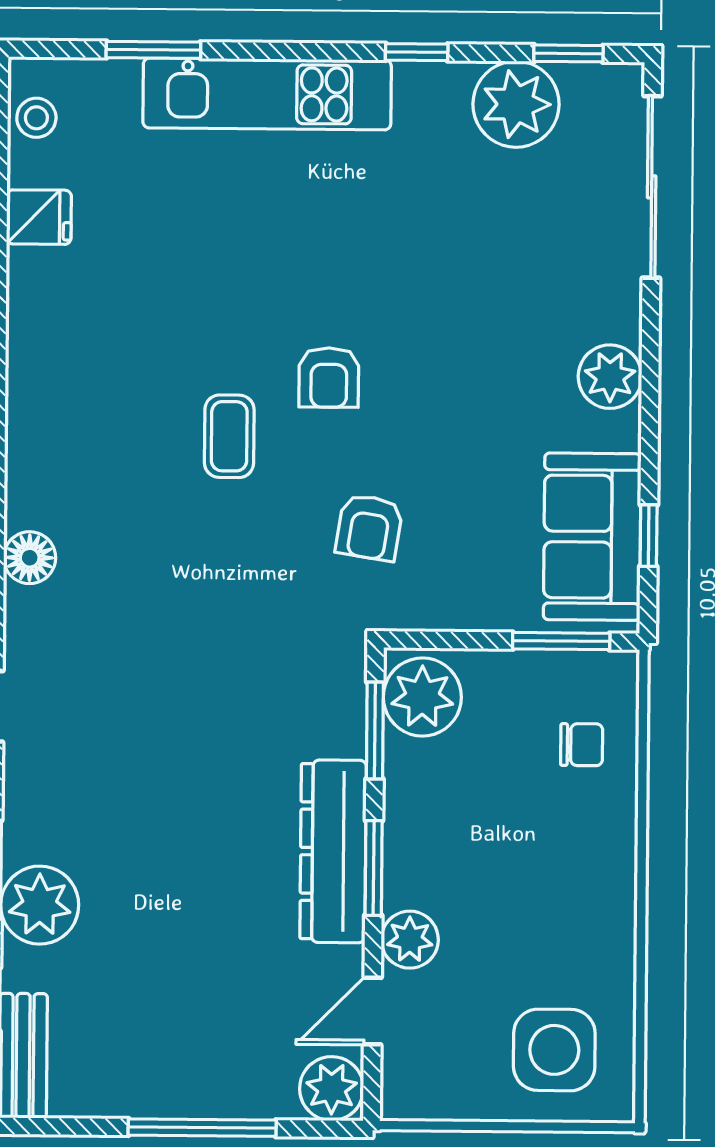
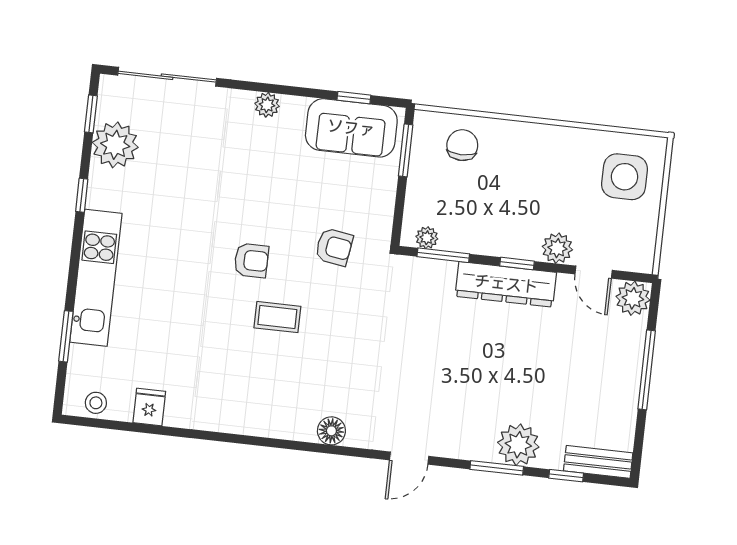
plant: (610, 377) -> (267, 105), width x0.73, depth x0.73
plant: (422, 697) -> (427, 238), width x0.53, depth x0.53
chair: (582, 745) -> (462, 145), width x1.37, depth x1.37
window: (374, 868) -> (517, 264), width x0.67

